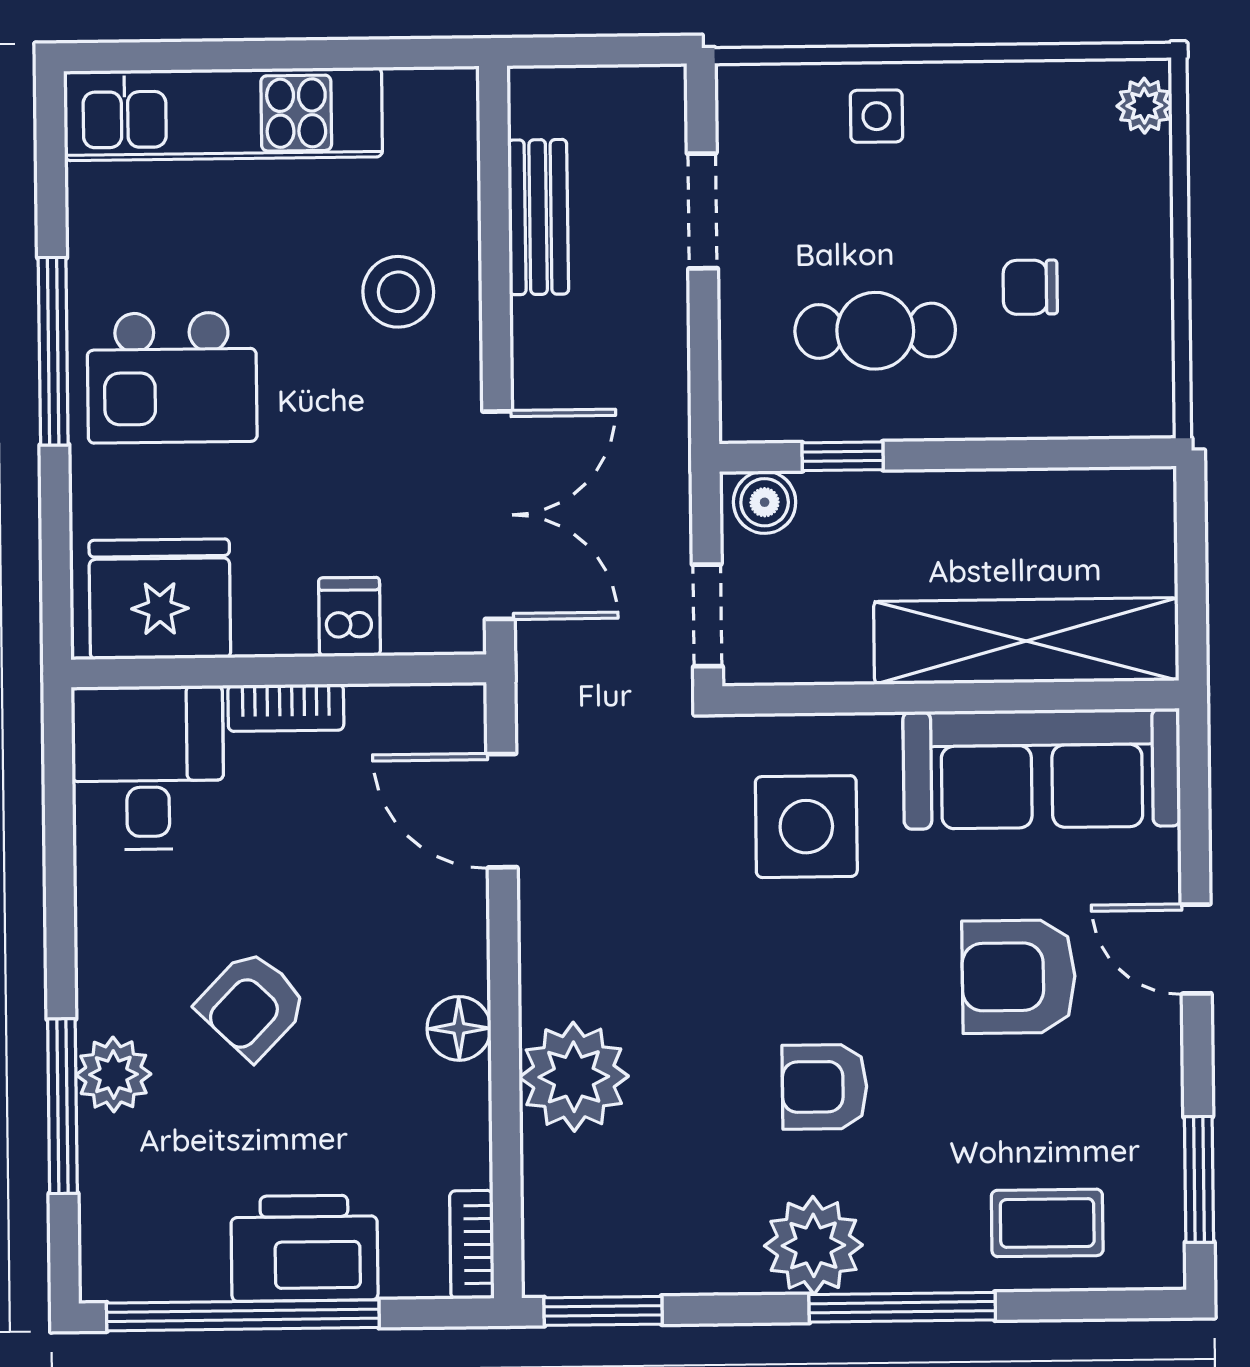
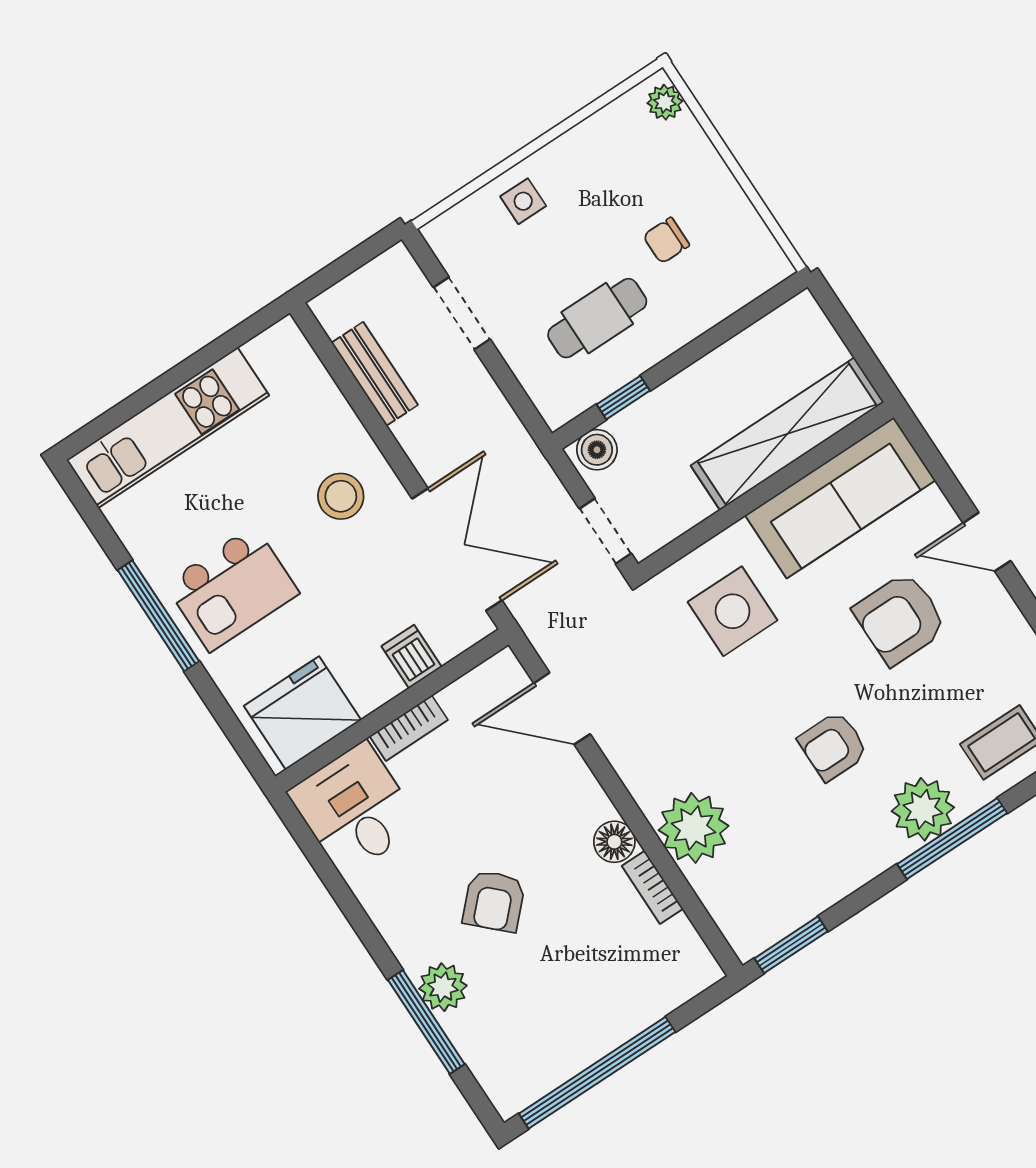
stool: (398, 292) -> (341, 496), moved
bookcase: (472, 1245) -> (652, 887), moved
plant: (813, 1245) -> (923, 809), moved
printer: (304, 1248) -> (607, 1015), removed

